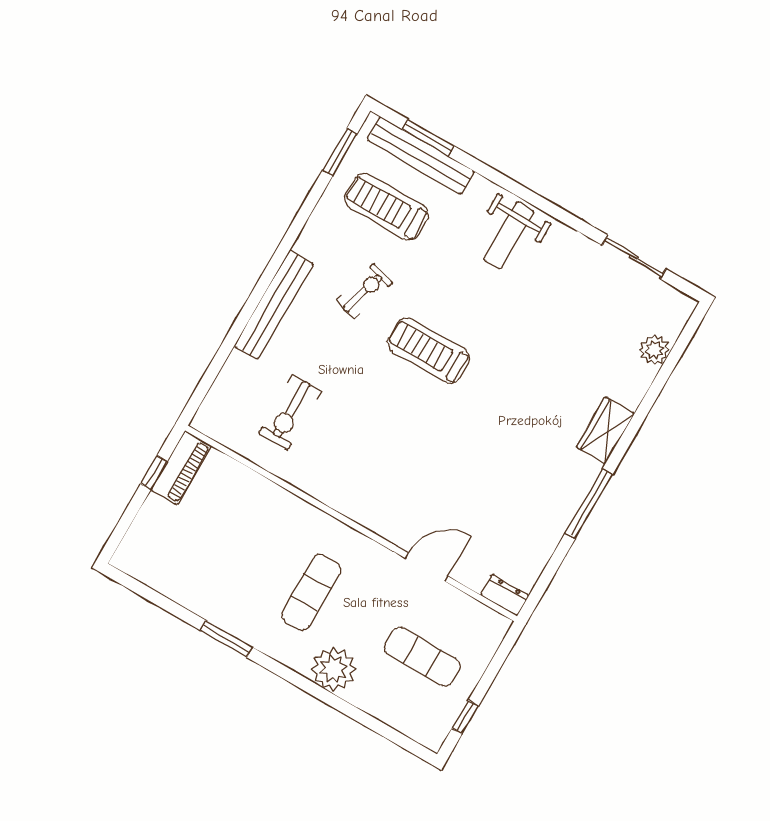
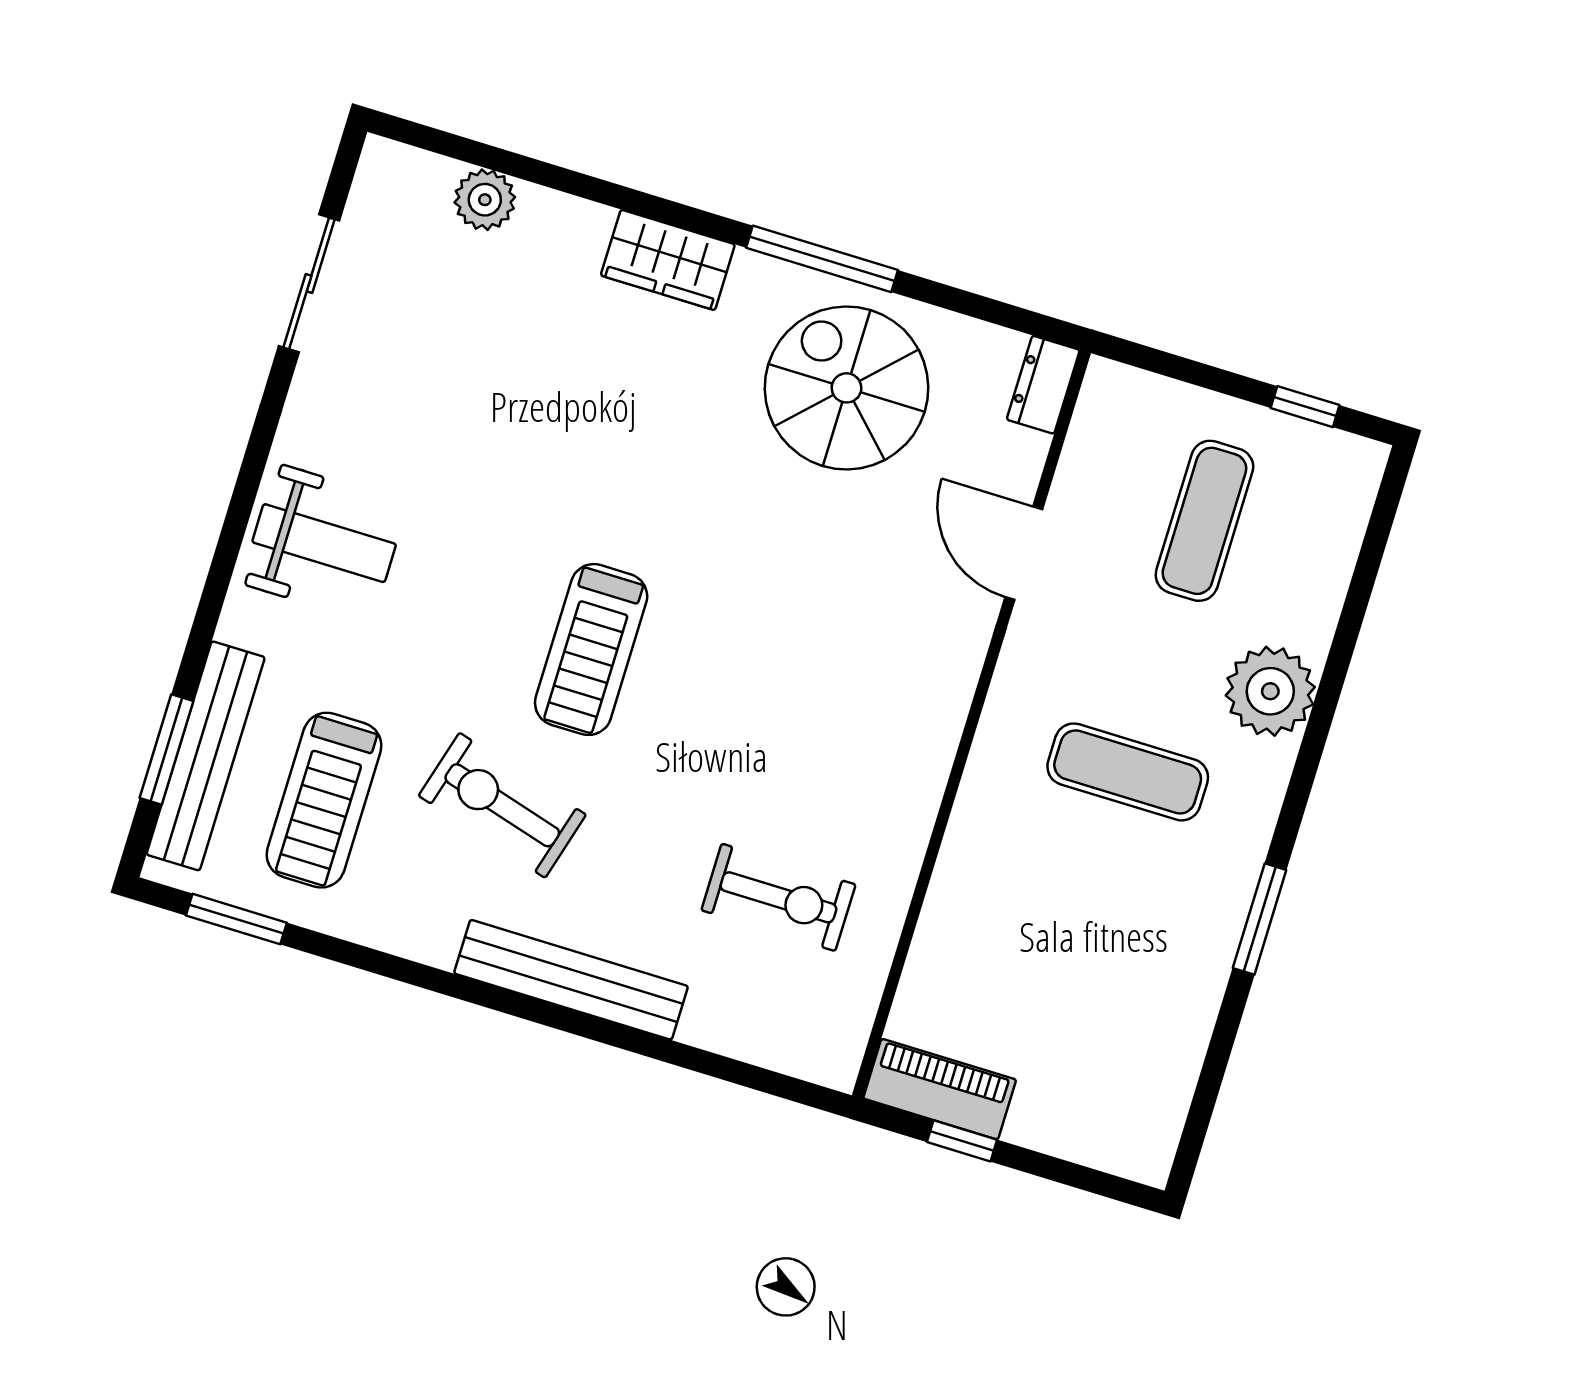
exercise bike: (364, 291) -> (502, 805), width x1.38, depth x1.39
spiral stairs: (525, 501) -> (847, 388), added

